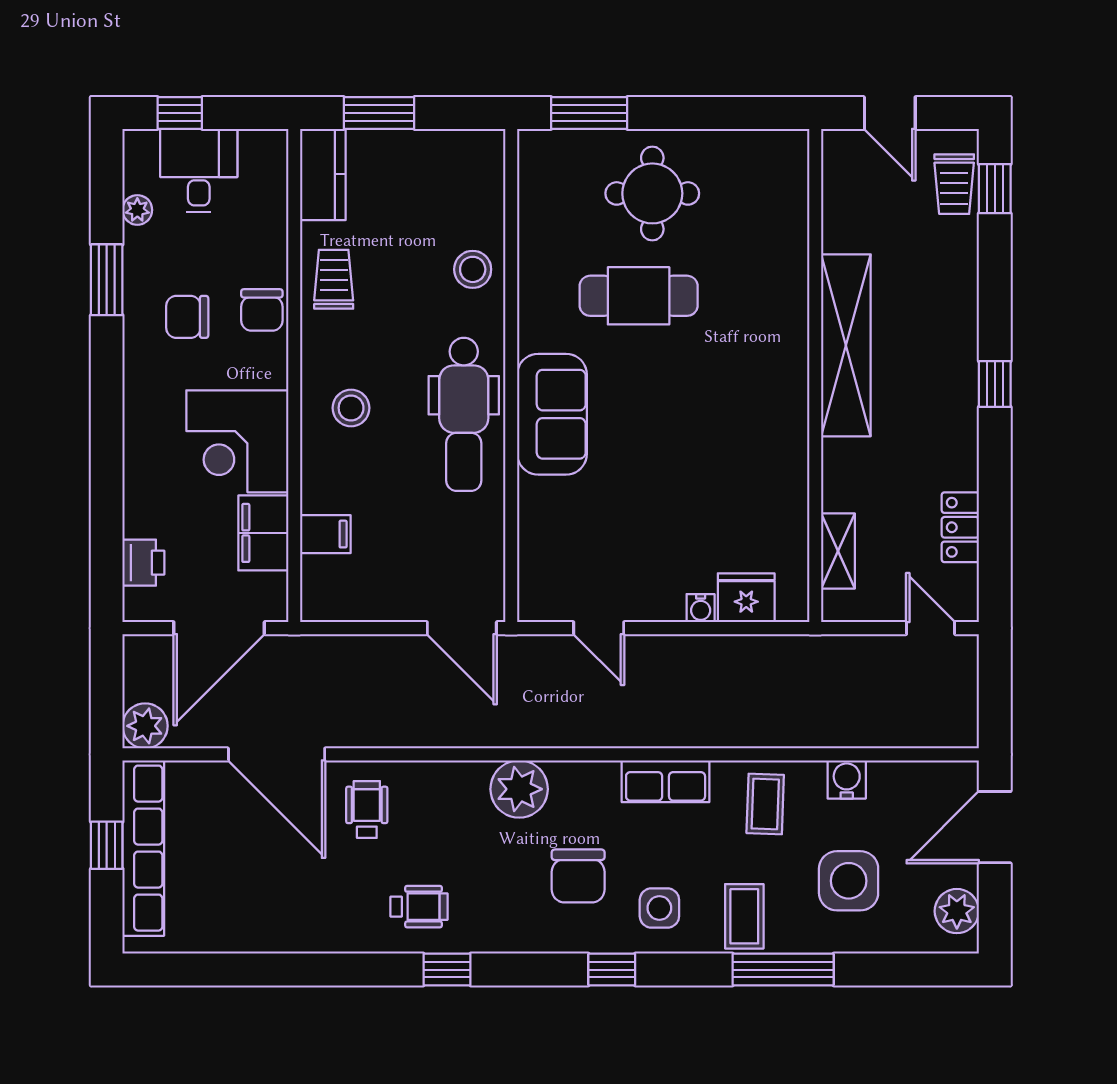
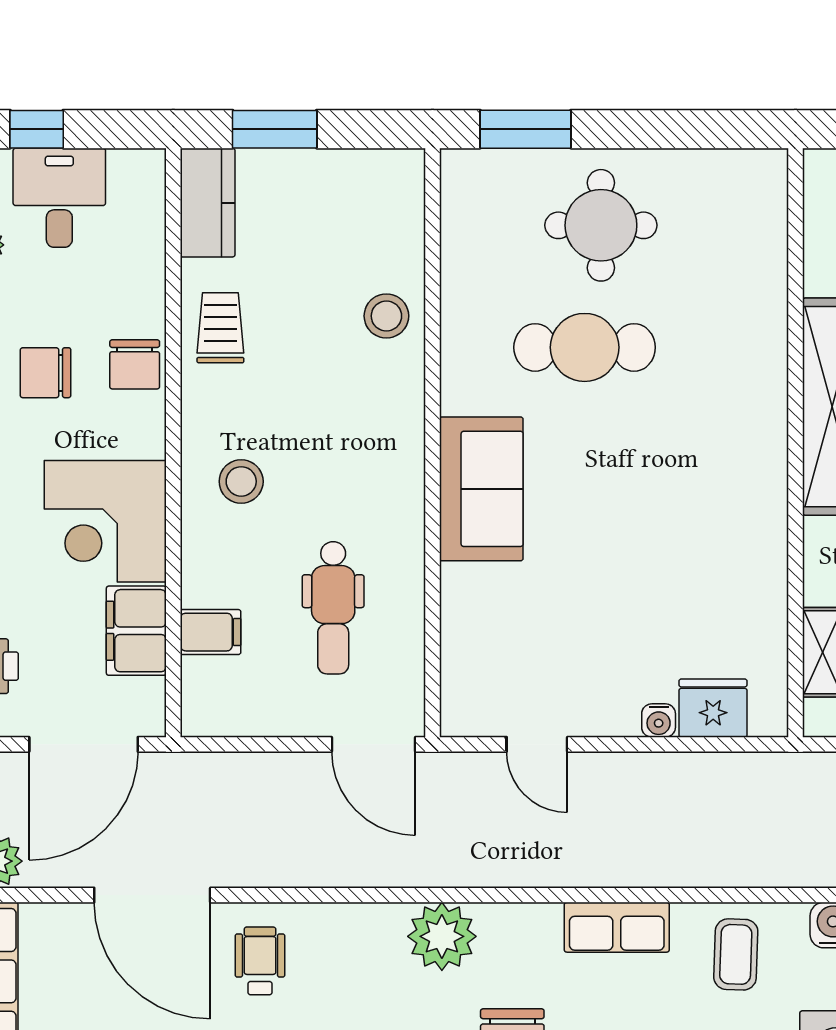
dental chair: (464, 414) -> (333, 608), moved, width x0.73, depth x0.72

